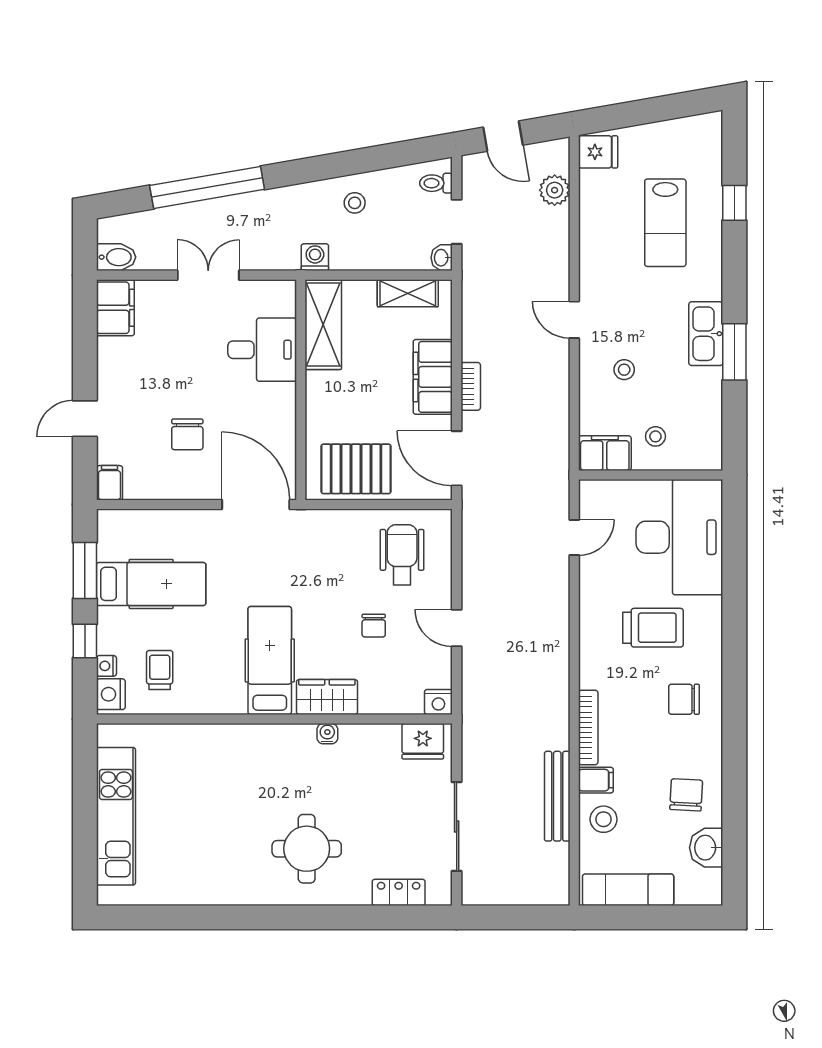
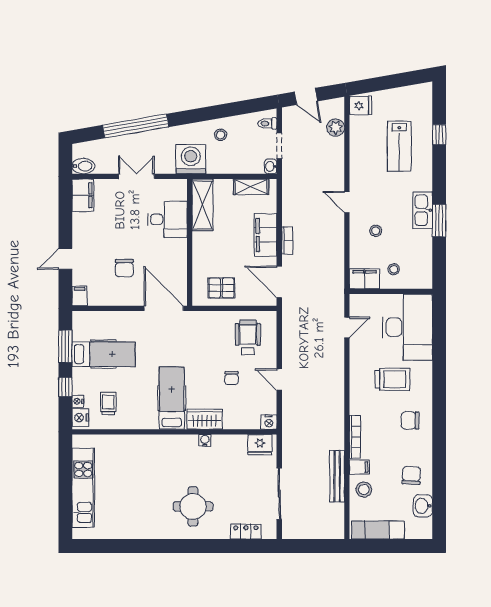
washing machine: (315, 257) -> (191, 159), width x1.89, depth x1.89
pallet: (356, 469) -> (221, 288), width x0.67, depth x0.71

